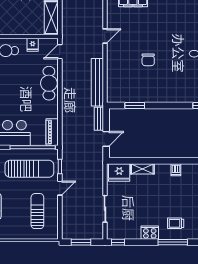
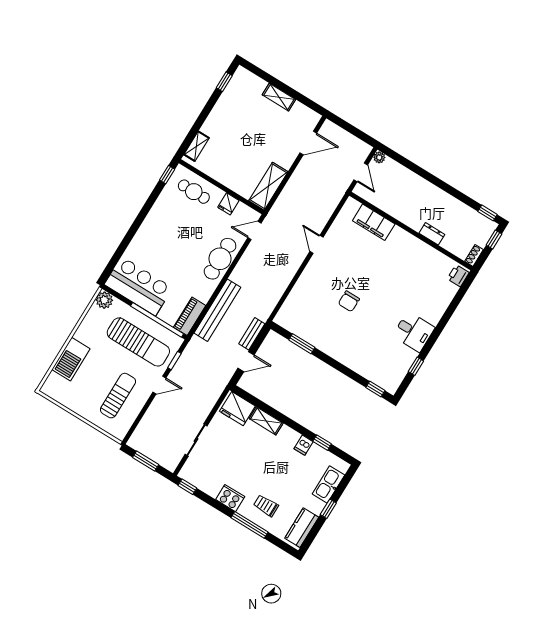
door: (105, 36) -> (316, 244), swing flipped
bench: (97, 82) -> (217, 310), moved
window: (187, 161) -> (322, 443), added

